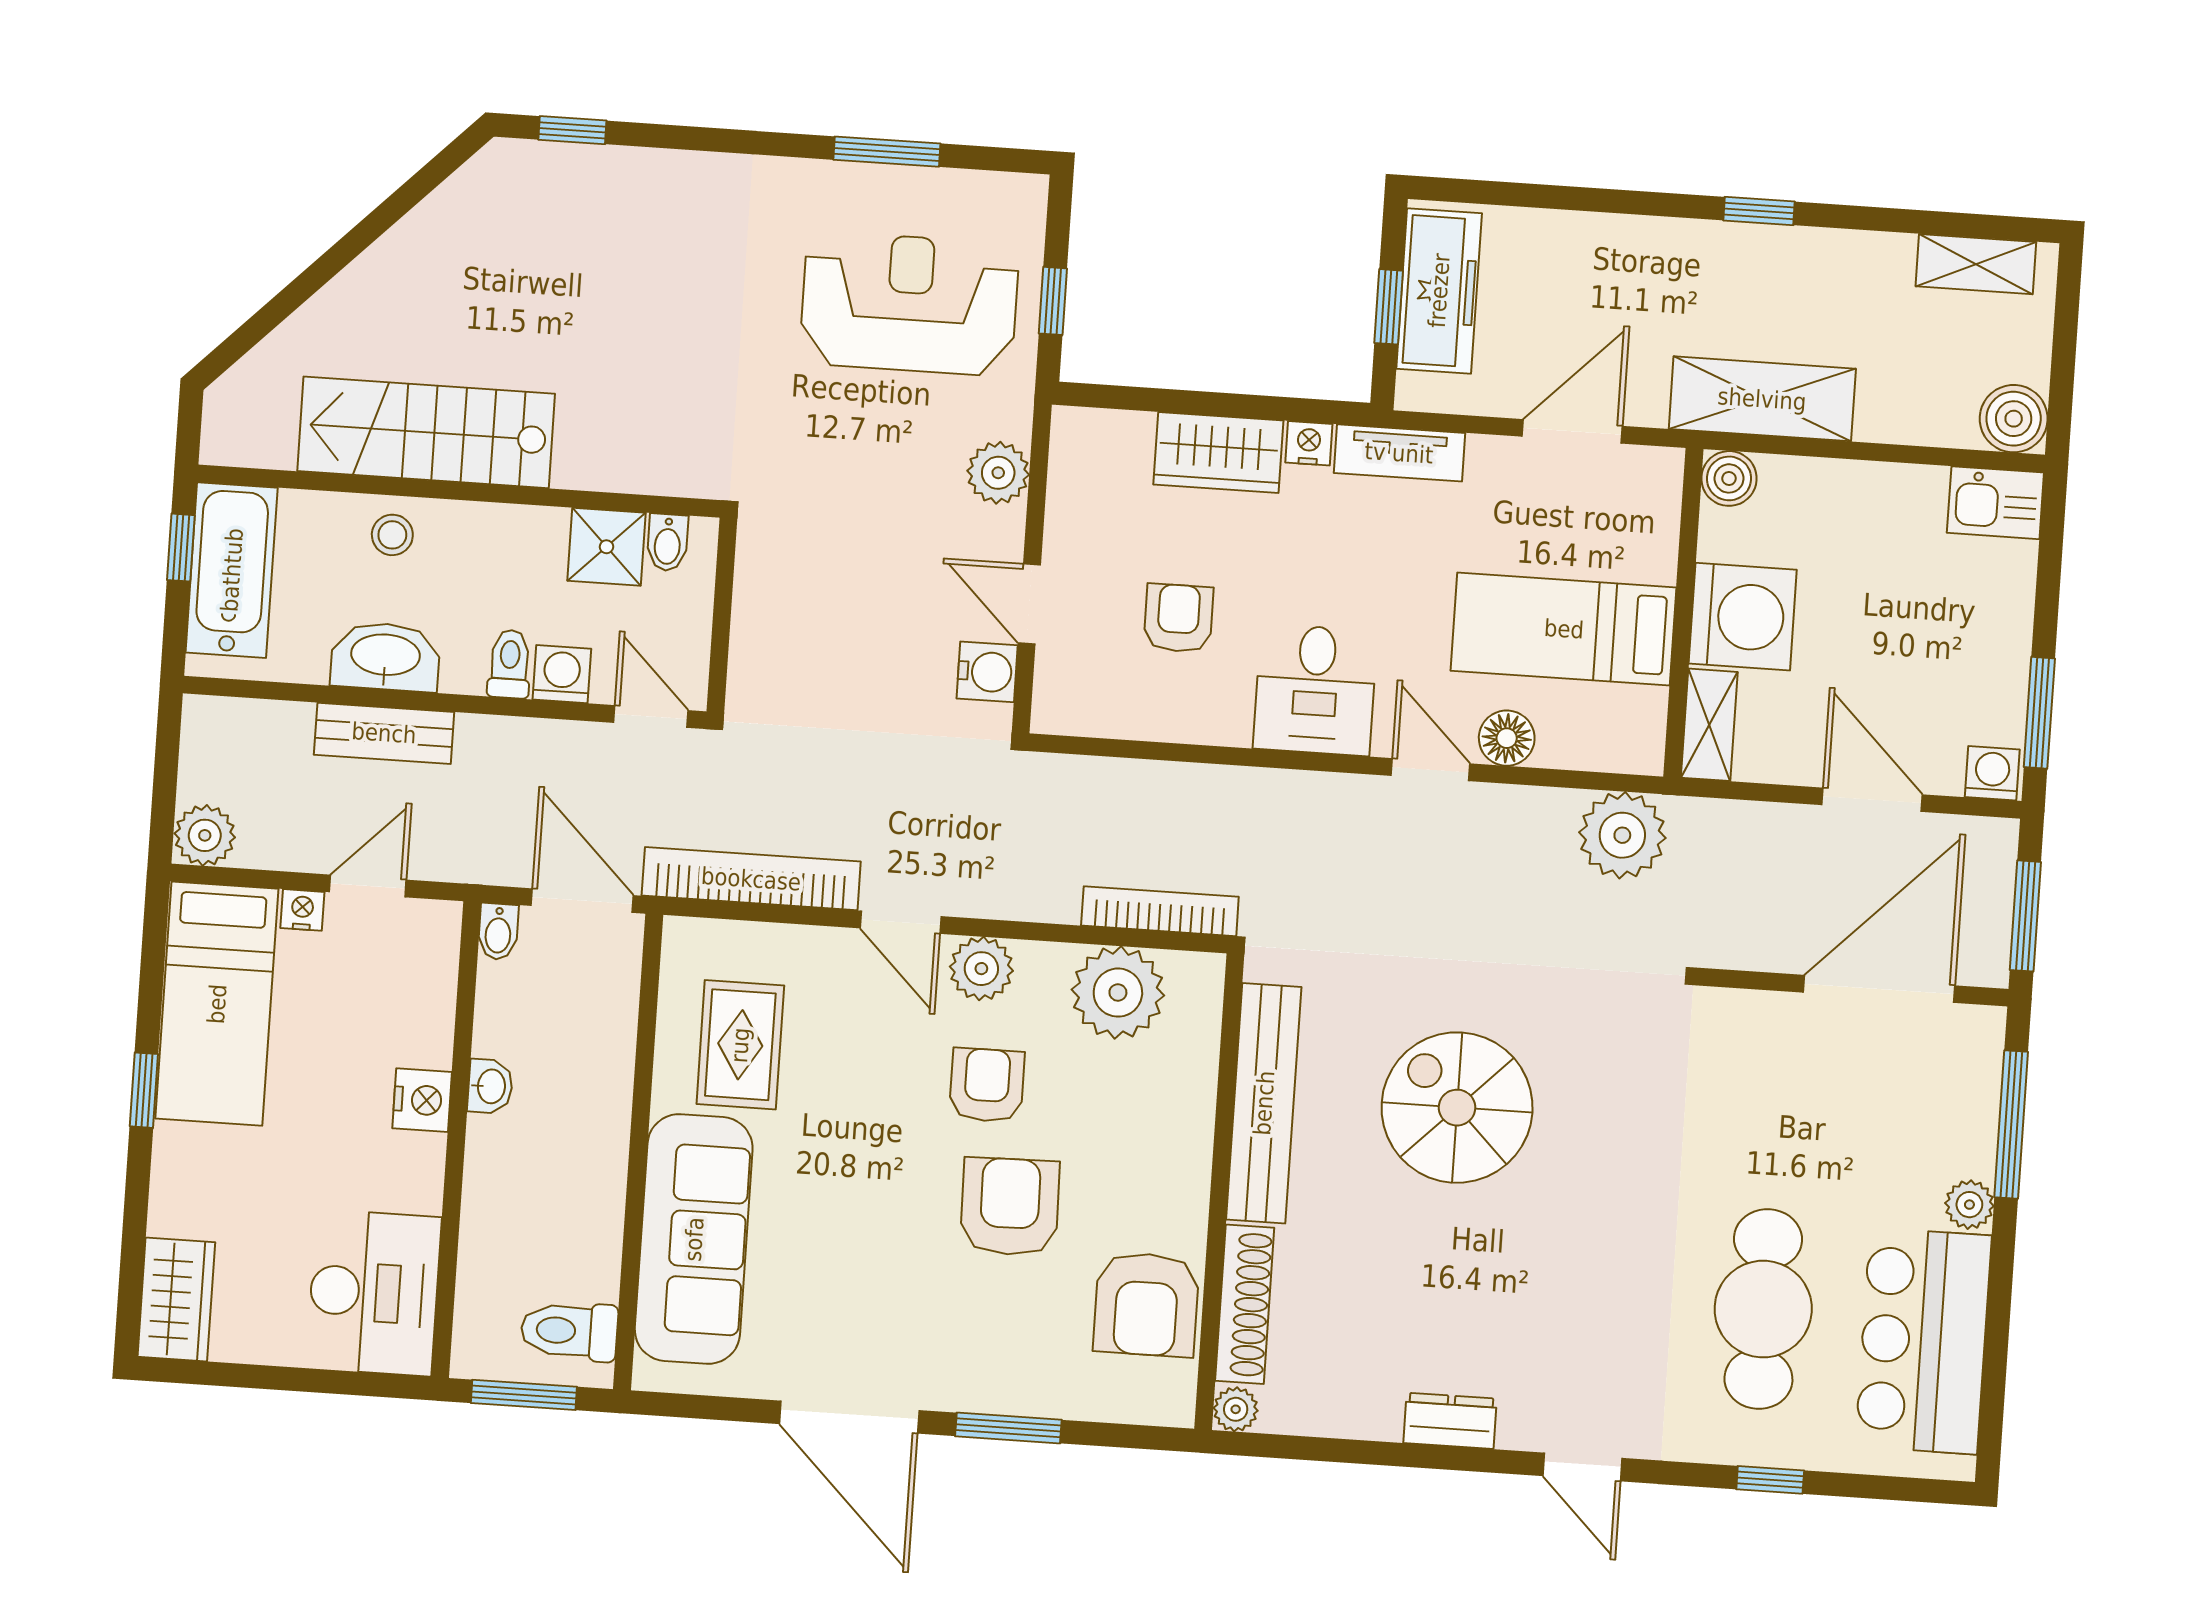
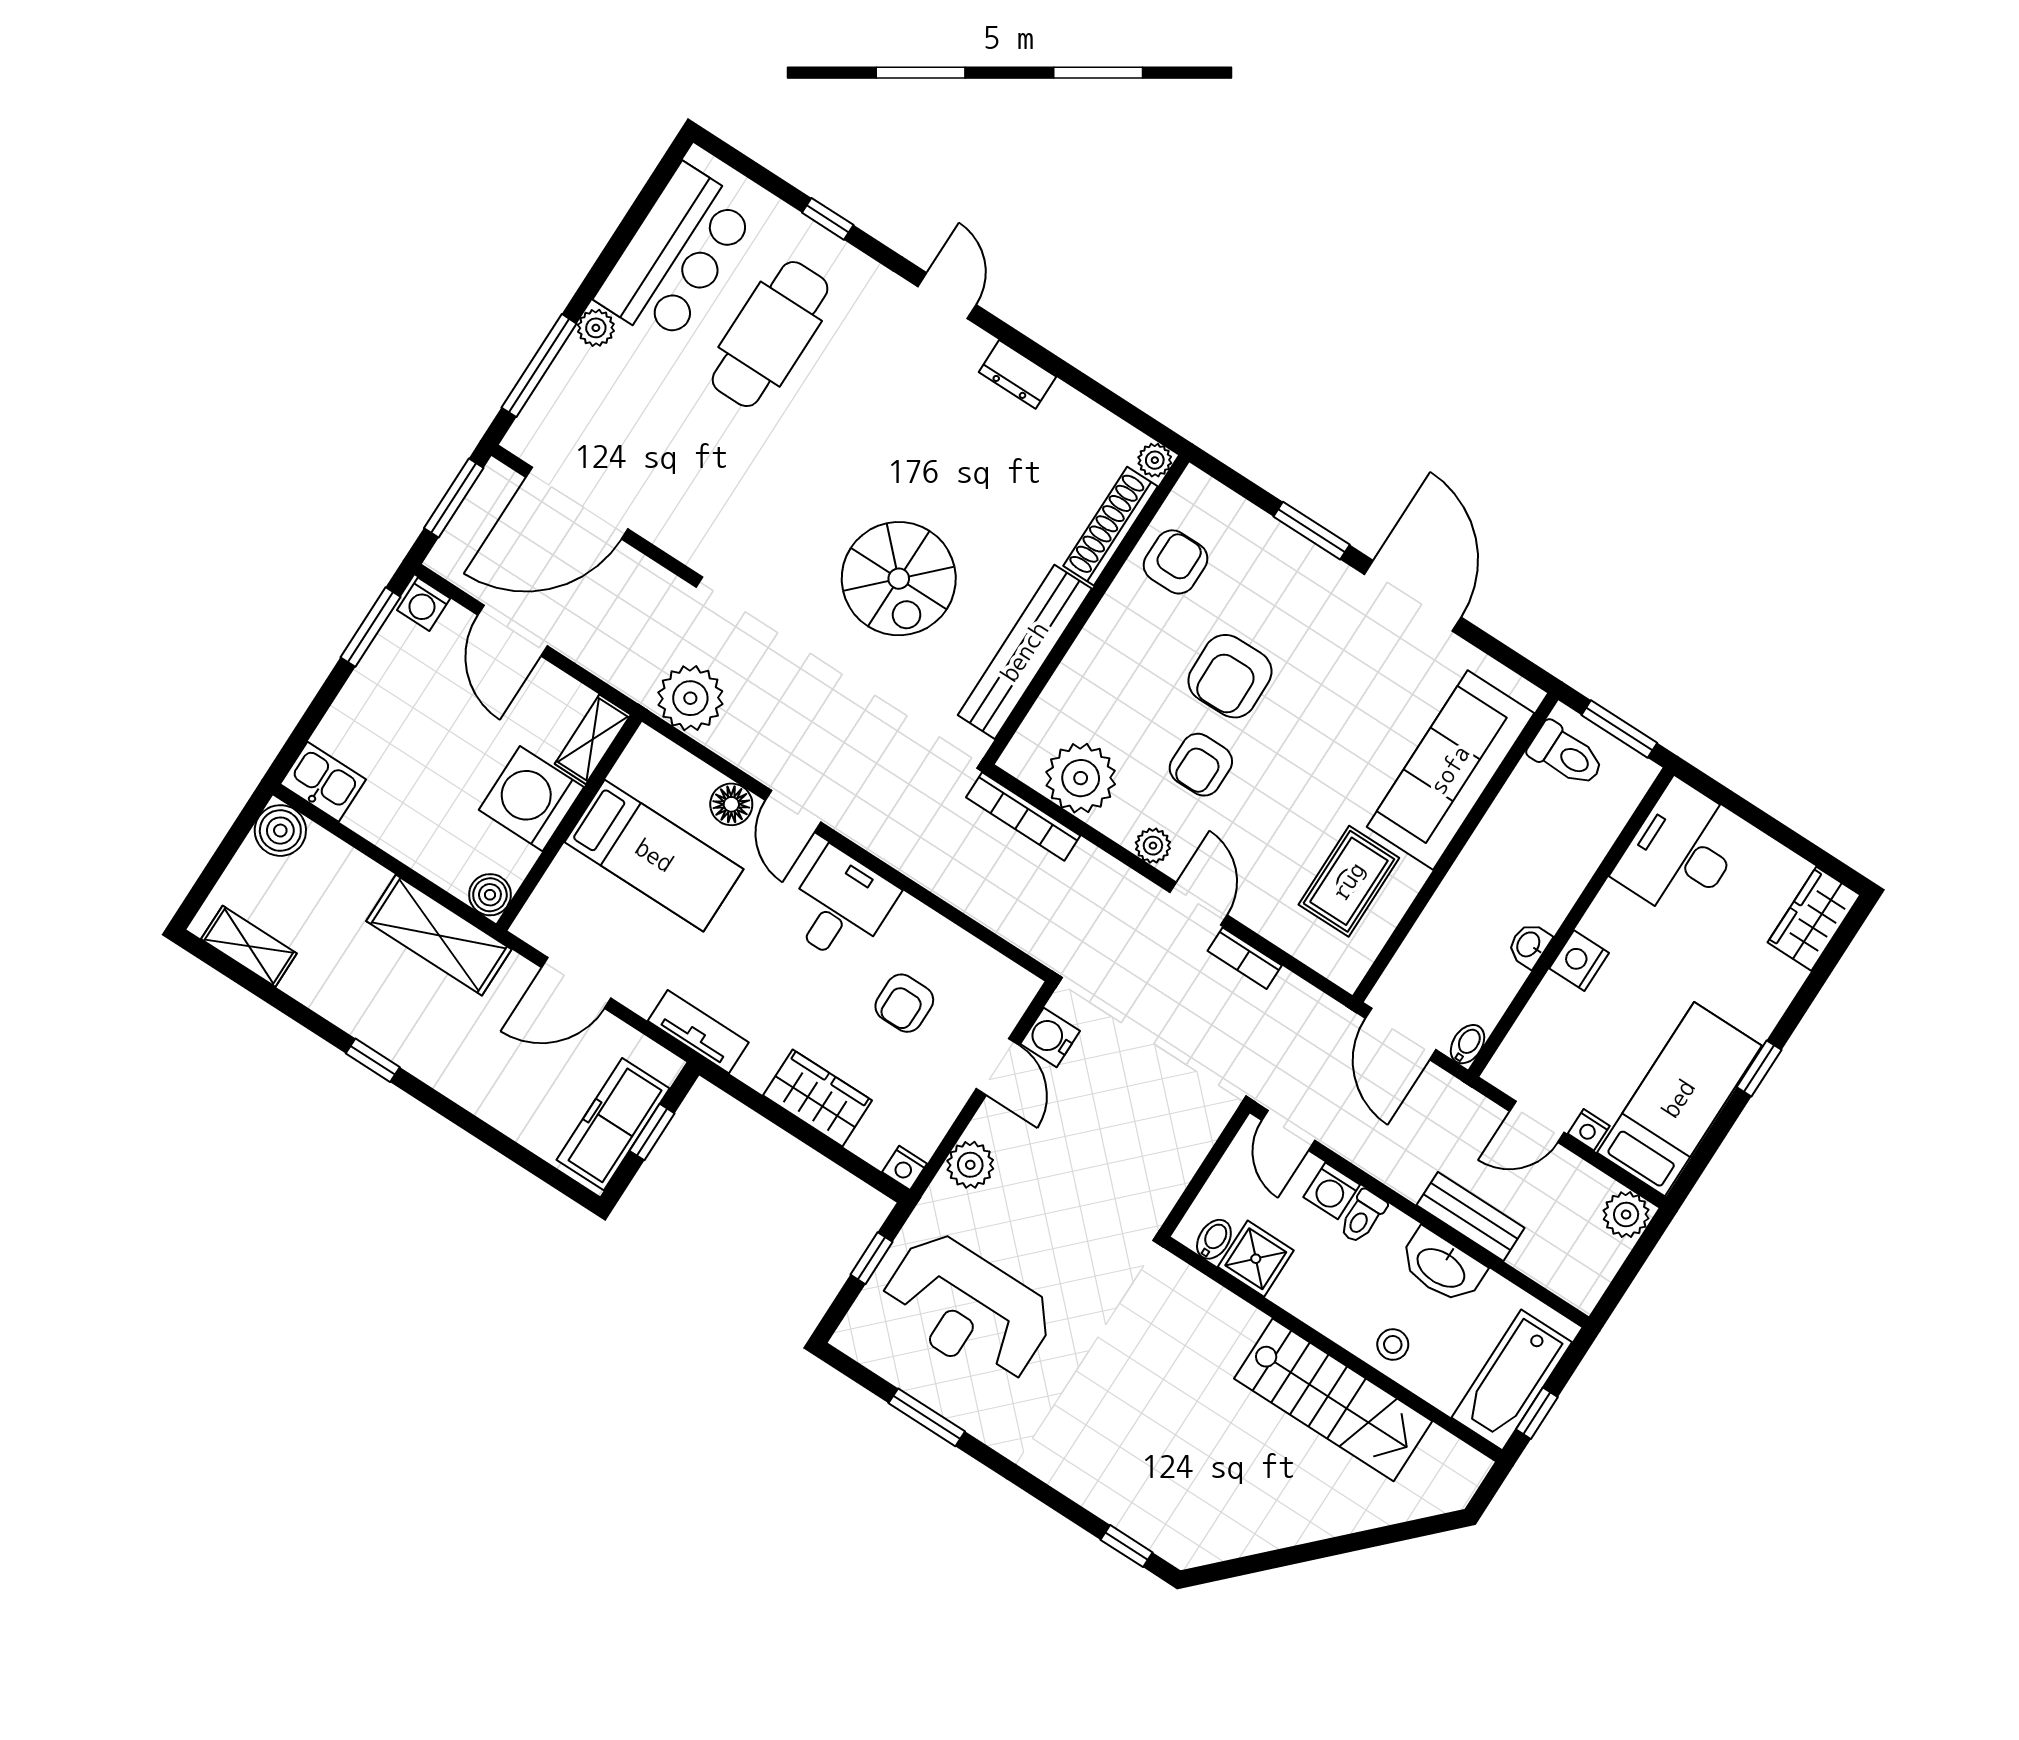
nightstand: (1309, 443) -> (905, 1168), moved
bookcase: (751, 879) -> (1245, 958), width x0.43, depth x0.76
plant: (981, 969) -> (1153, 846), width x0.73, depth x0.73
armchair: (1146, 1304) -> (1176, 562), width x0.72, depth x0.72

